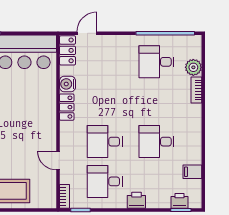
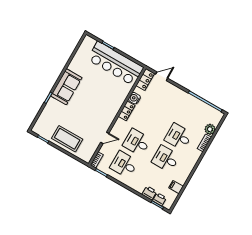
desk: (157, 62) -> (178, 137), moved
door: (58, 161) -> (105, 138), swing flipped
printer: (136, 200) -> (149, 193), moved

